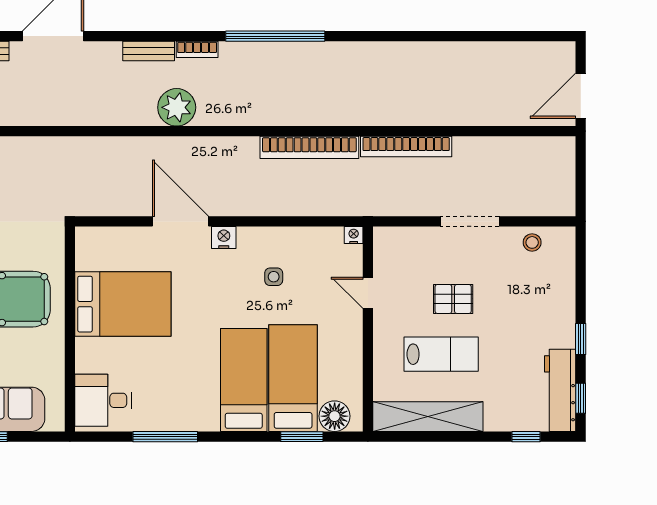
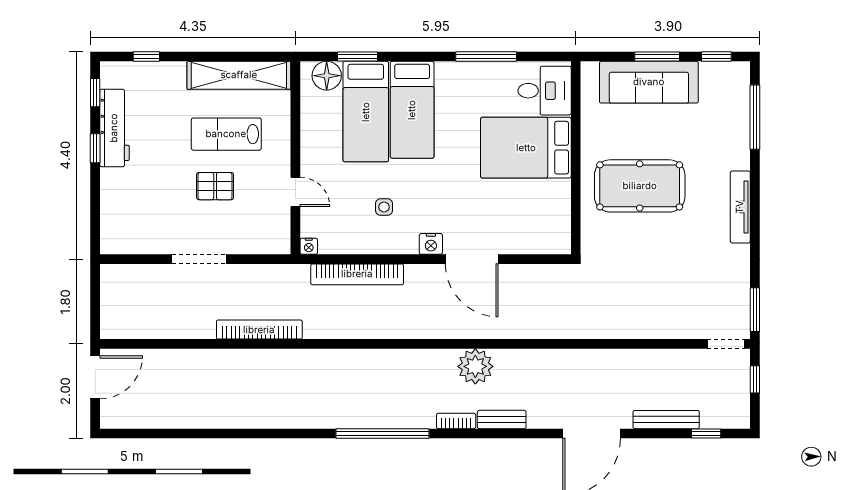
bookcase: (309, 147) -> (357, 274), moved, turned 180
stool: (532, 242) -> (141, 239), removed
bed: (123, 304) -> (526, 148), moved
workbench: (560, 390) -> (114, 128), moved

